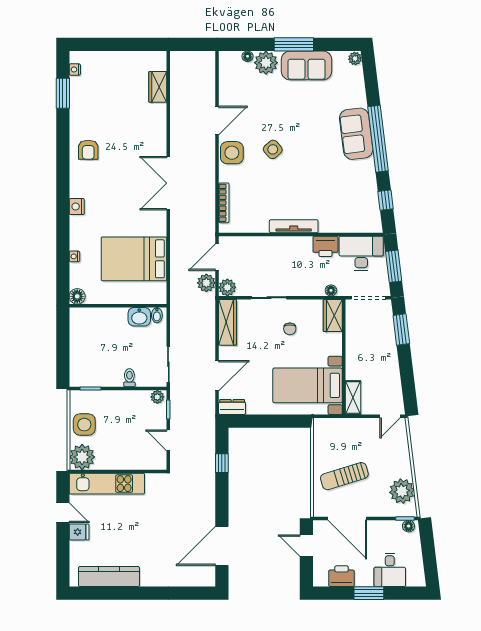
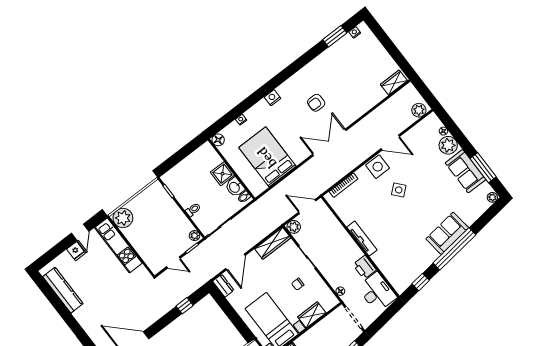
window: (294, 44) -> (483, 168), moved
wardrobe: (158, 87) -> (394, 82), moved
armchair: (88, 150) -> (316, 103), moved
window: (394, 266) -> (384, 318), removed
plant: (206, 283) -> (419, 110), moved
wardrobe: (333, 316) -> (312, 315), moved
shower: (116, 319) -> (222, 174), added
door: (217, 376) -> (235, 262), hinge flipped
side table: (84, 425) -> (144, 204), removed
door: (168, 440) -> (173, 263), swing flipped

